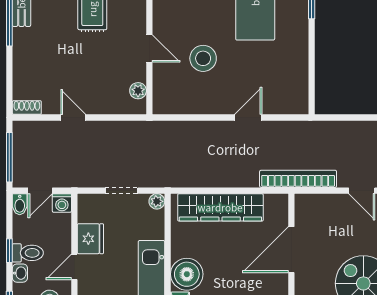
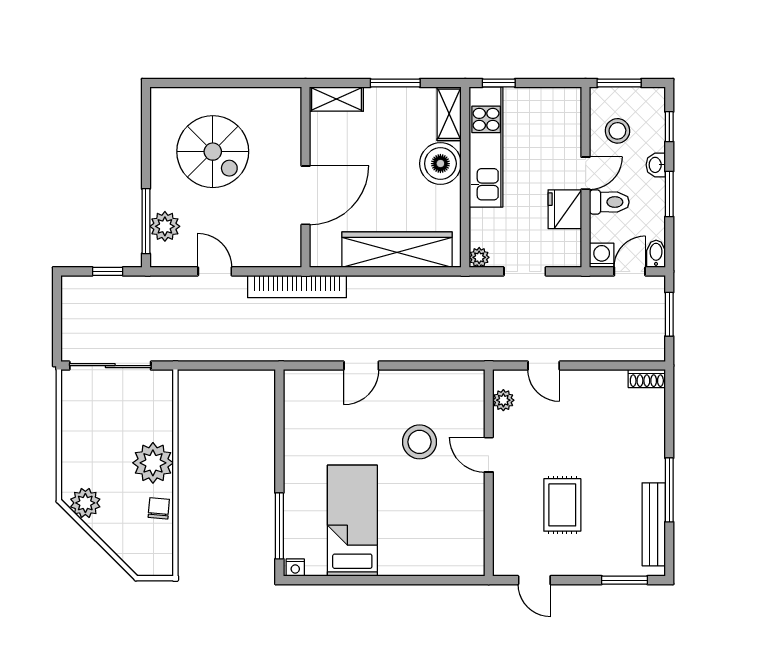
door: (73, 118) -> (544, 366), moved
window: (9, 157) -> (669, 314), width x0.69
window: (9, 251) -> (669, 194), width x1.50
toilet: (28, 253) -> (609, 202), moved, turned 180

